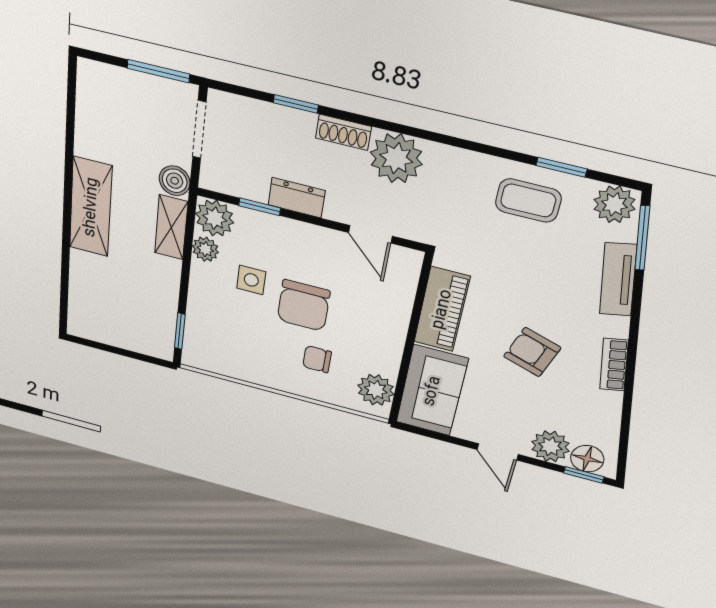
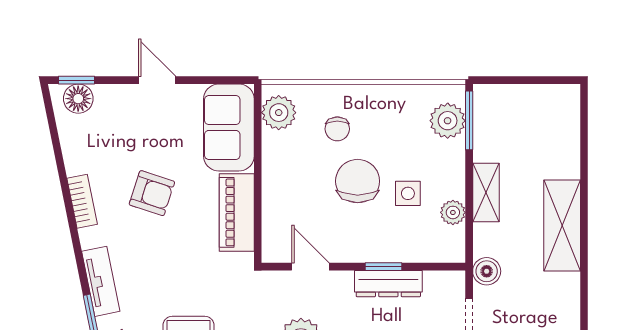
dresser: (297, 198) -> (388, 284), width x1.44
window: (260, 207) -> (383, 267), moved
plant: (215, 218) -> (448, 121), moved
shelving: (171, 227) -> (486, 192), moved
window: (180, 331) -> (469, 120), width x1.50
chair: (317, 359) -> (337, 129), turned 90
plant: (550, 446) -> (113, 101), removed

